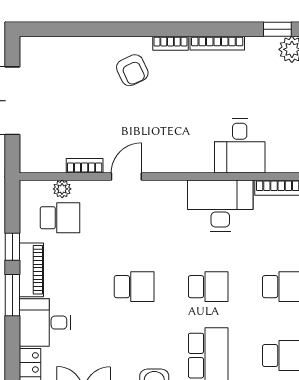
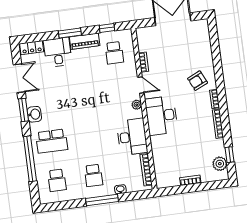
desk: (240, 146) -> (161, 116), moved, width x1.37
plant: (62, 189) -> (137, 105), moved
window: (12, 247) -> (107, 28), moved
school desk: (134, 287) -> (83, 97), removed
school desk: (208, 287) -> (88, 136), removed

